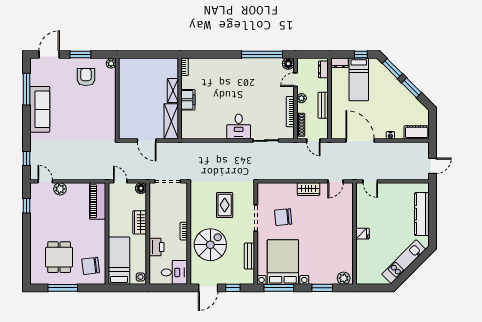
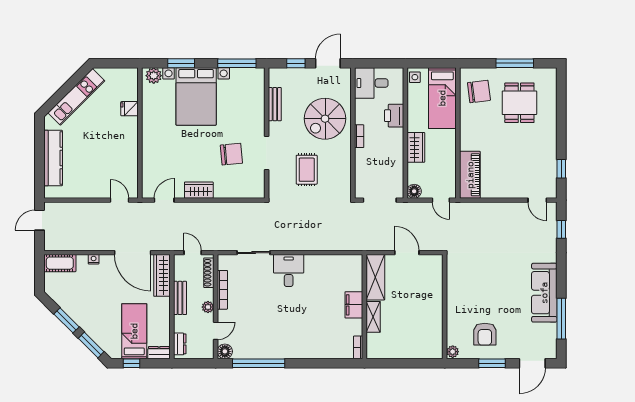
wardrobe: (337, 123) -> (162, 275), added
plant: (60, 189) -> (518, 190), removed
fridge: (362, 234) -> (129, 109), moved
bed with nightstands: (283, 262) -> (196, 96), moved

